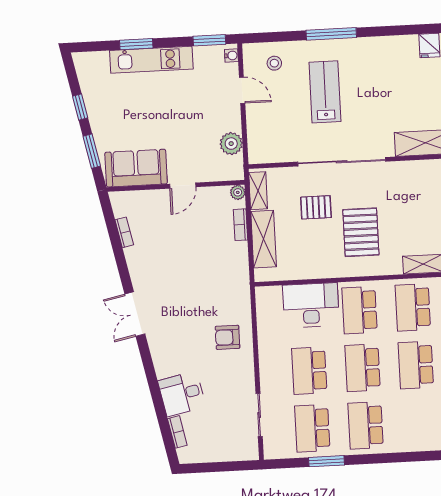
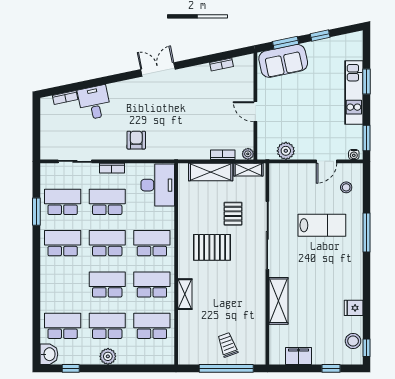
sofa: (136, 168) -> (283, 61), moved, turned 78
desk: (311, 305) -> (158, 185), moved
bookcase: (265, 367) -> (112, 168), added

